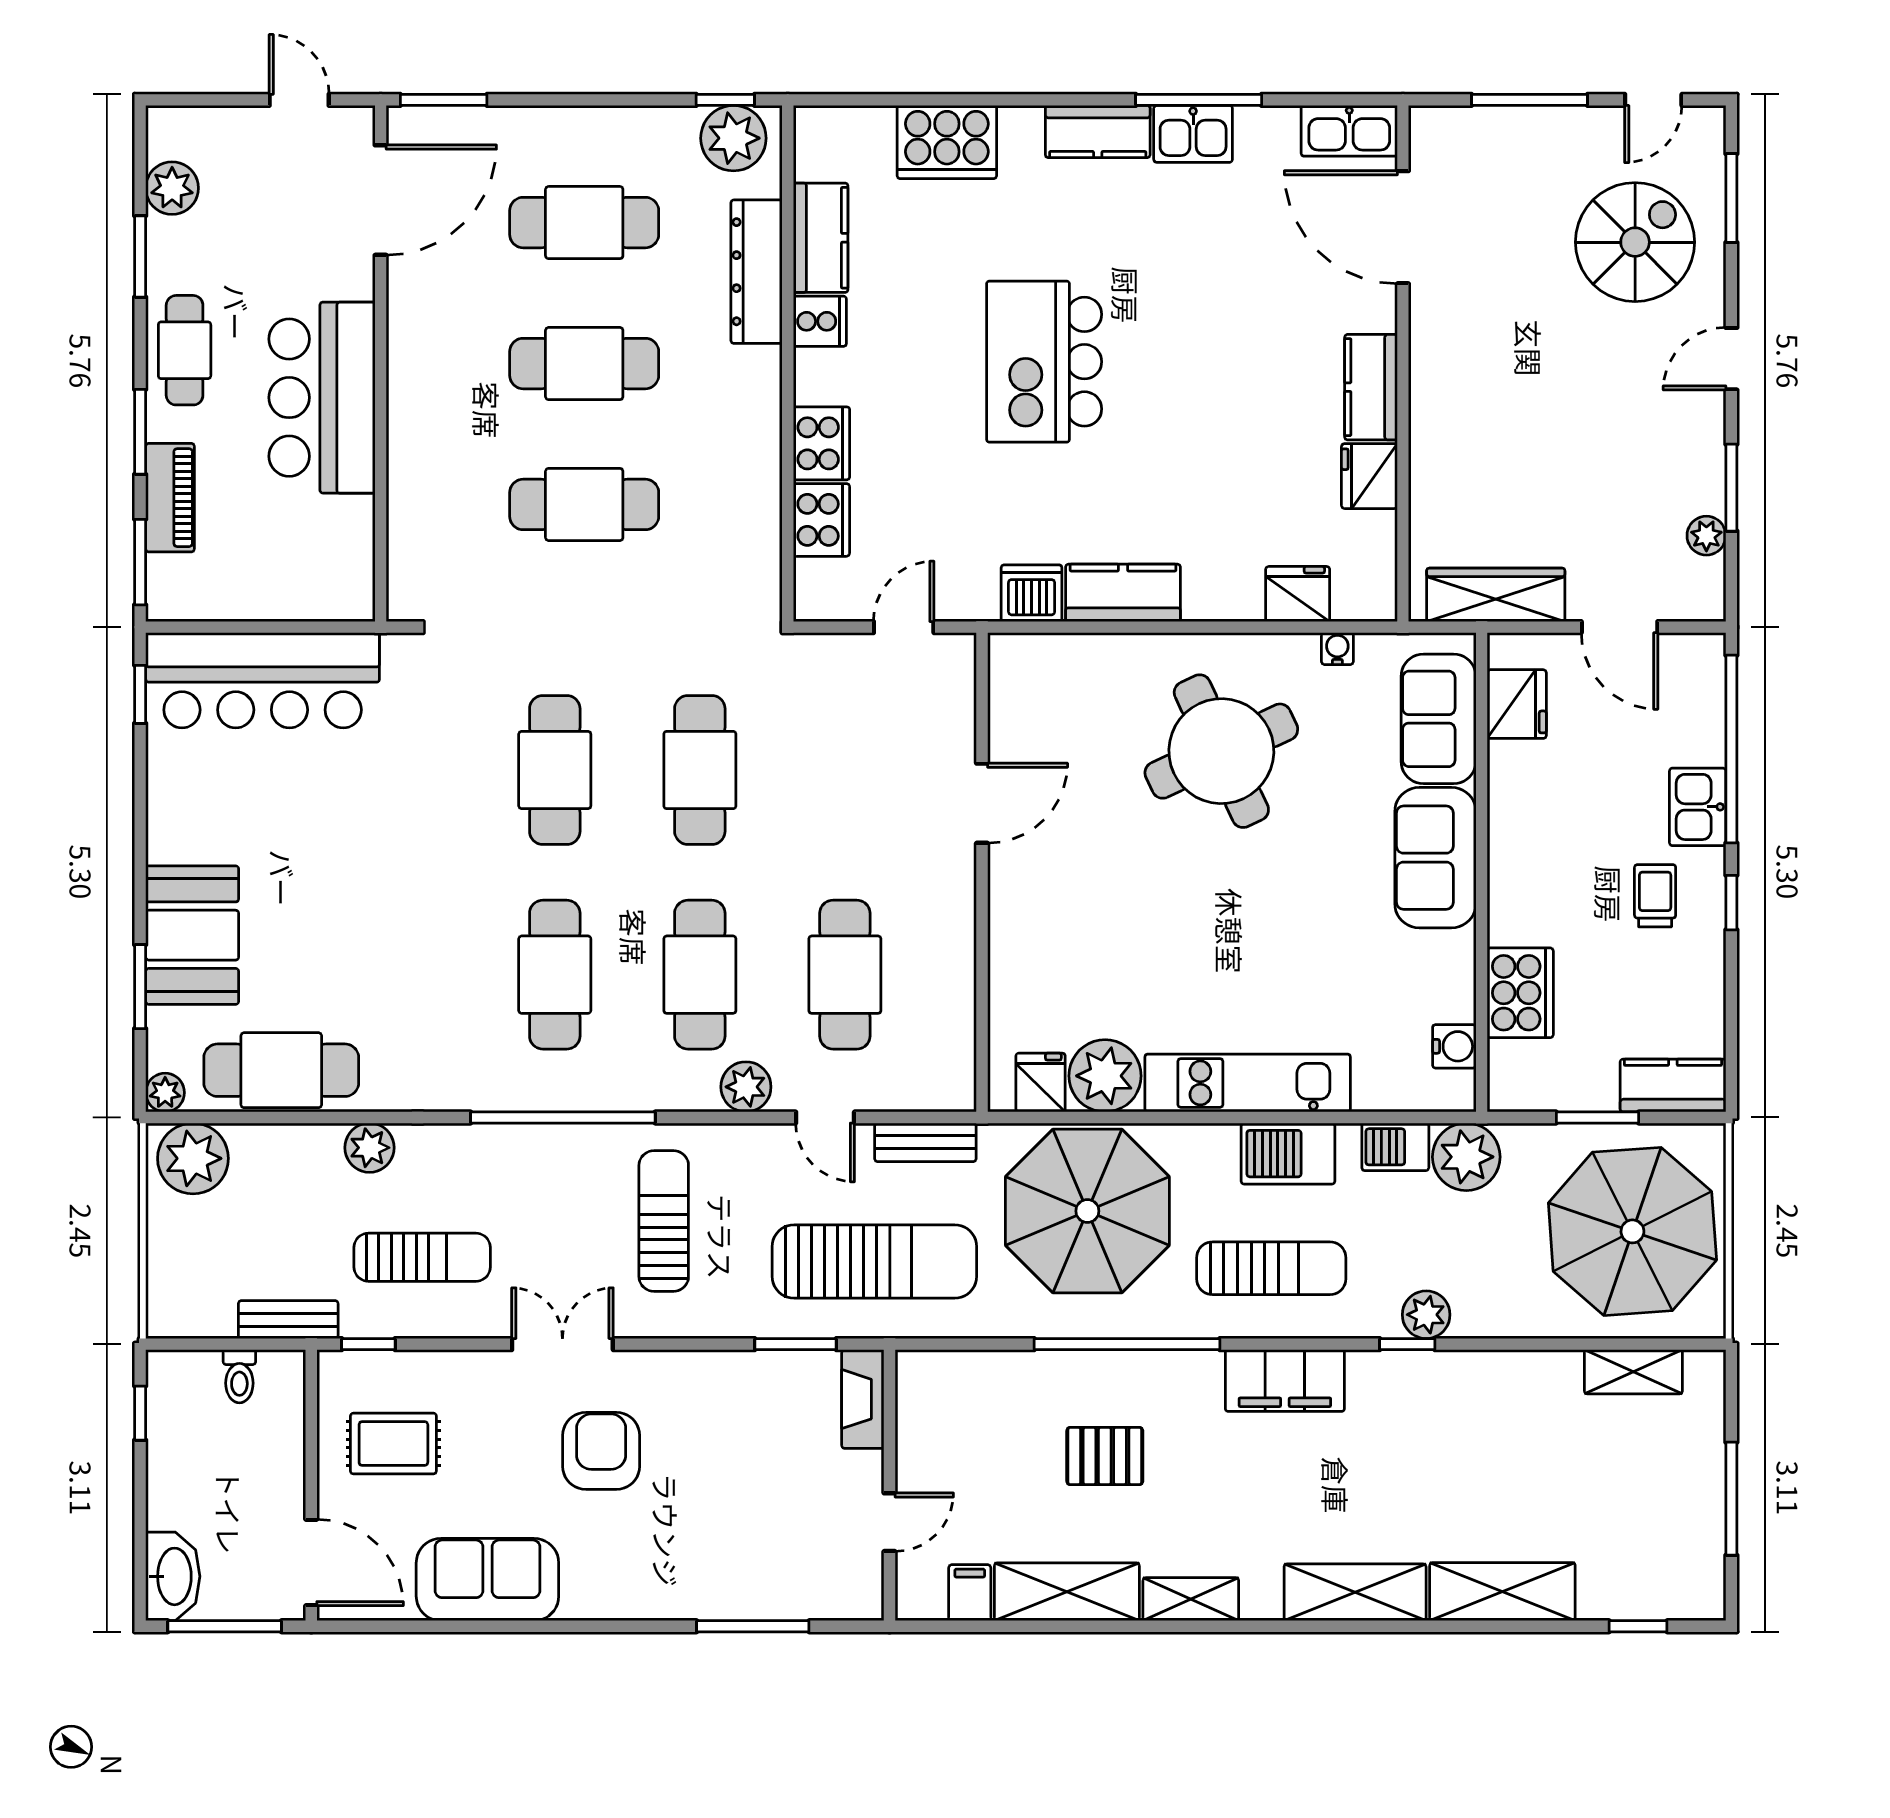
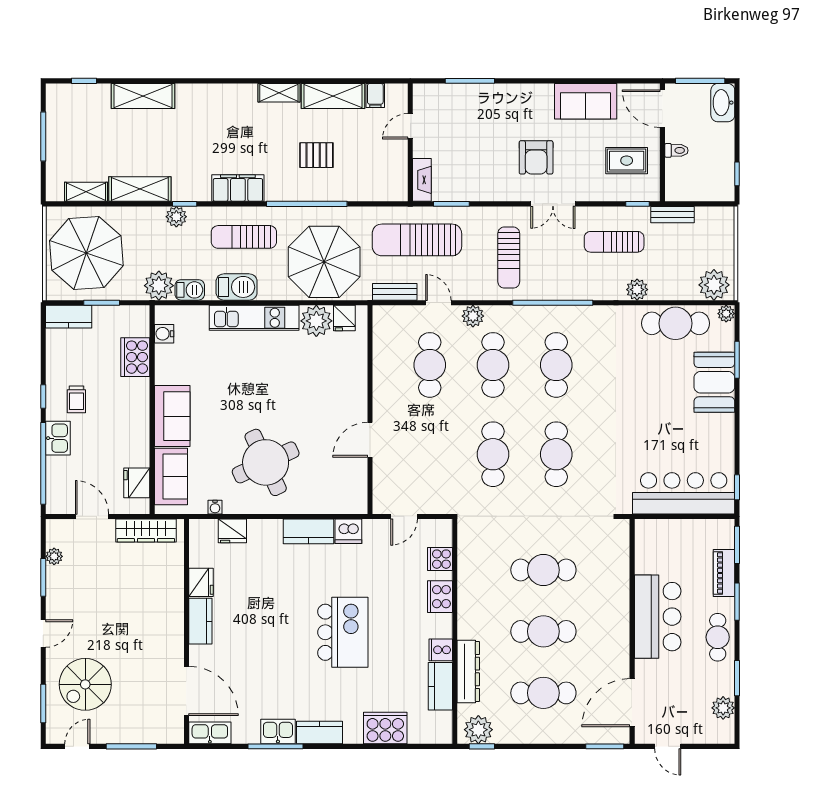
cooker: (821, 520) -> (440, 559), width x0.73
toilet: (239, 1376) -> (676, 150), moved, turned 90
shelving: (1355, 1592) -> (140, 189), moved

